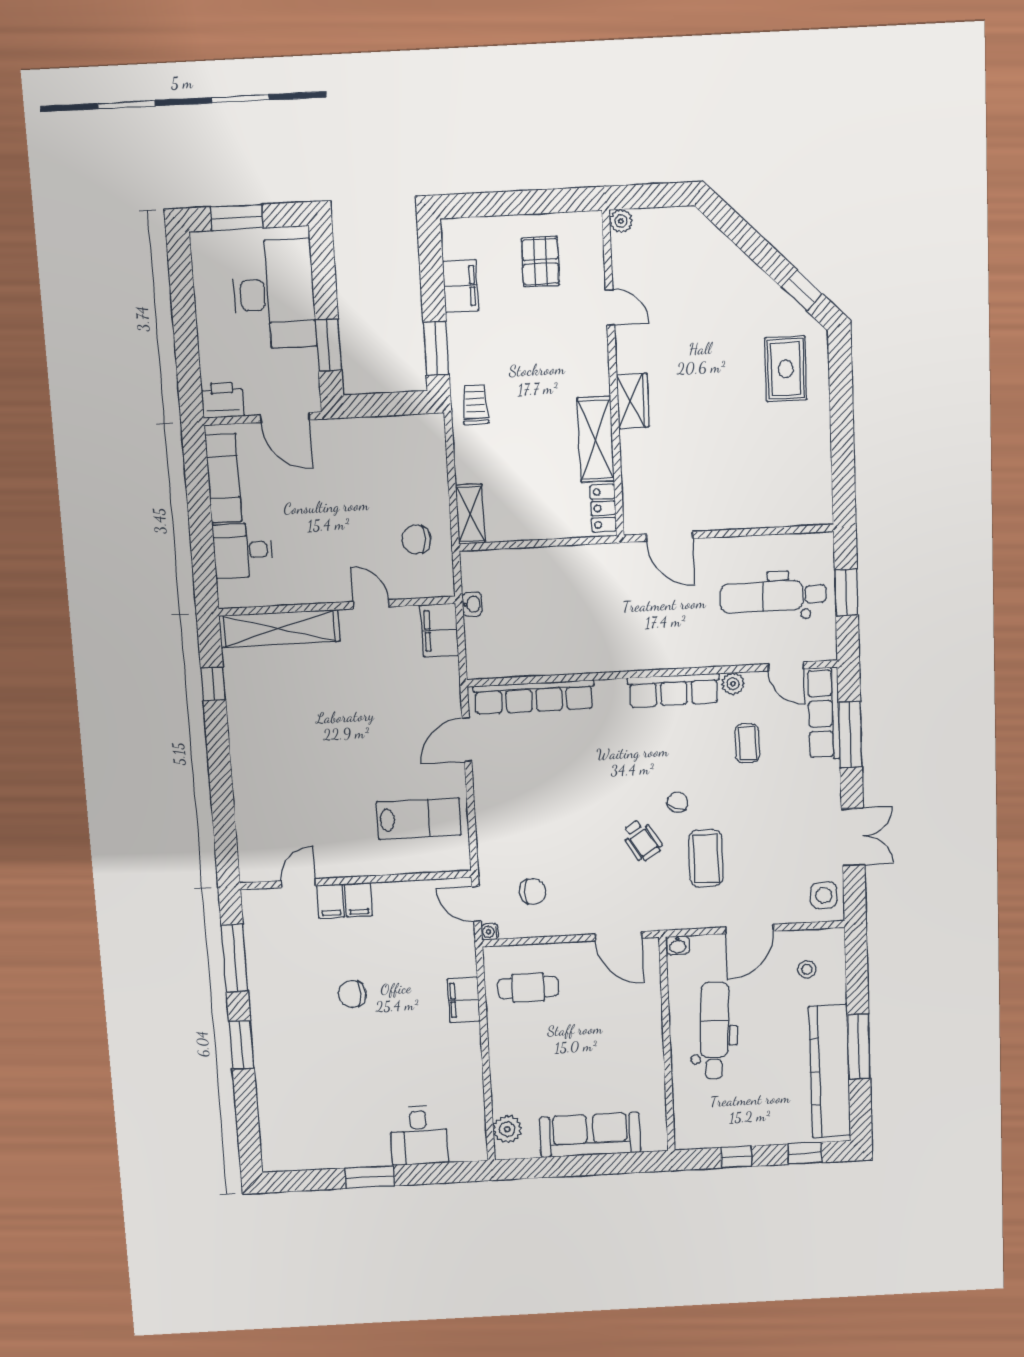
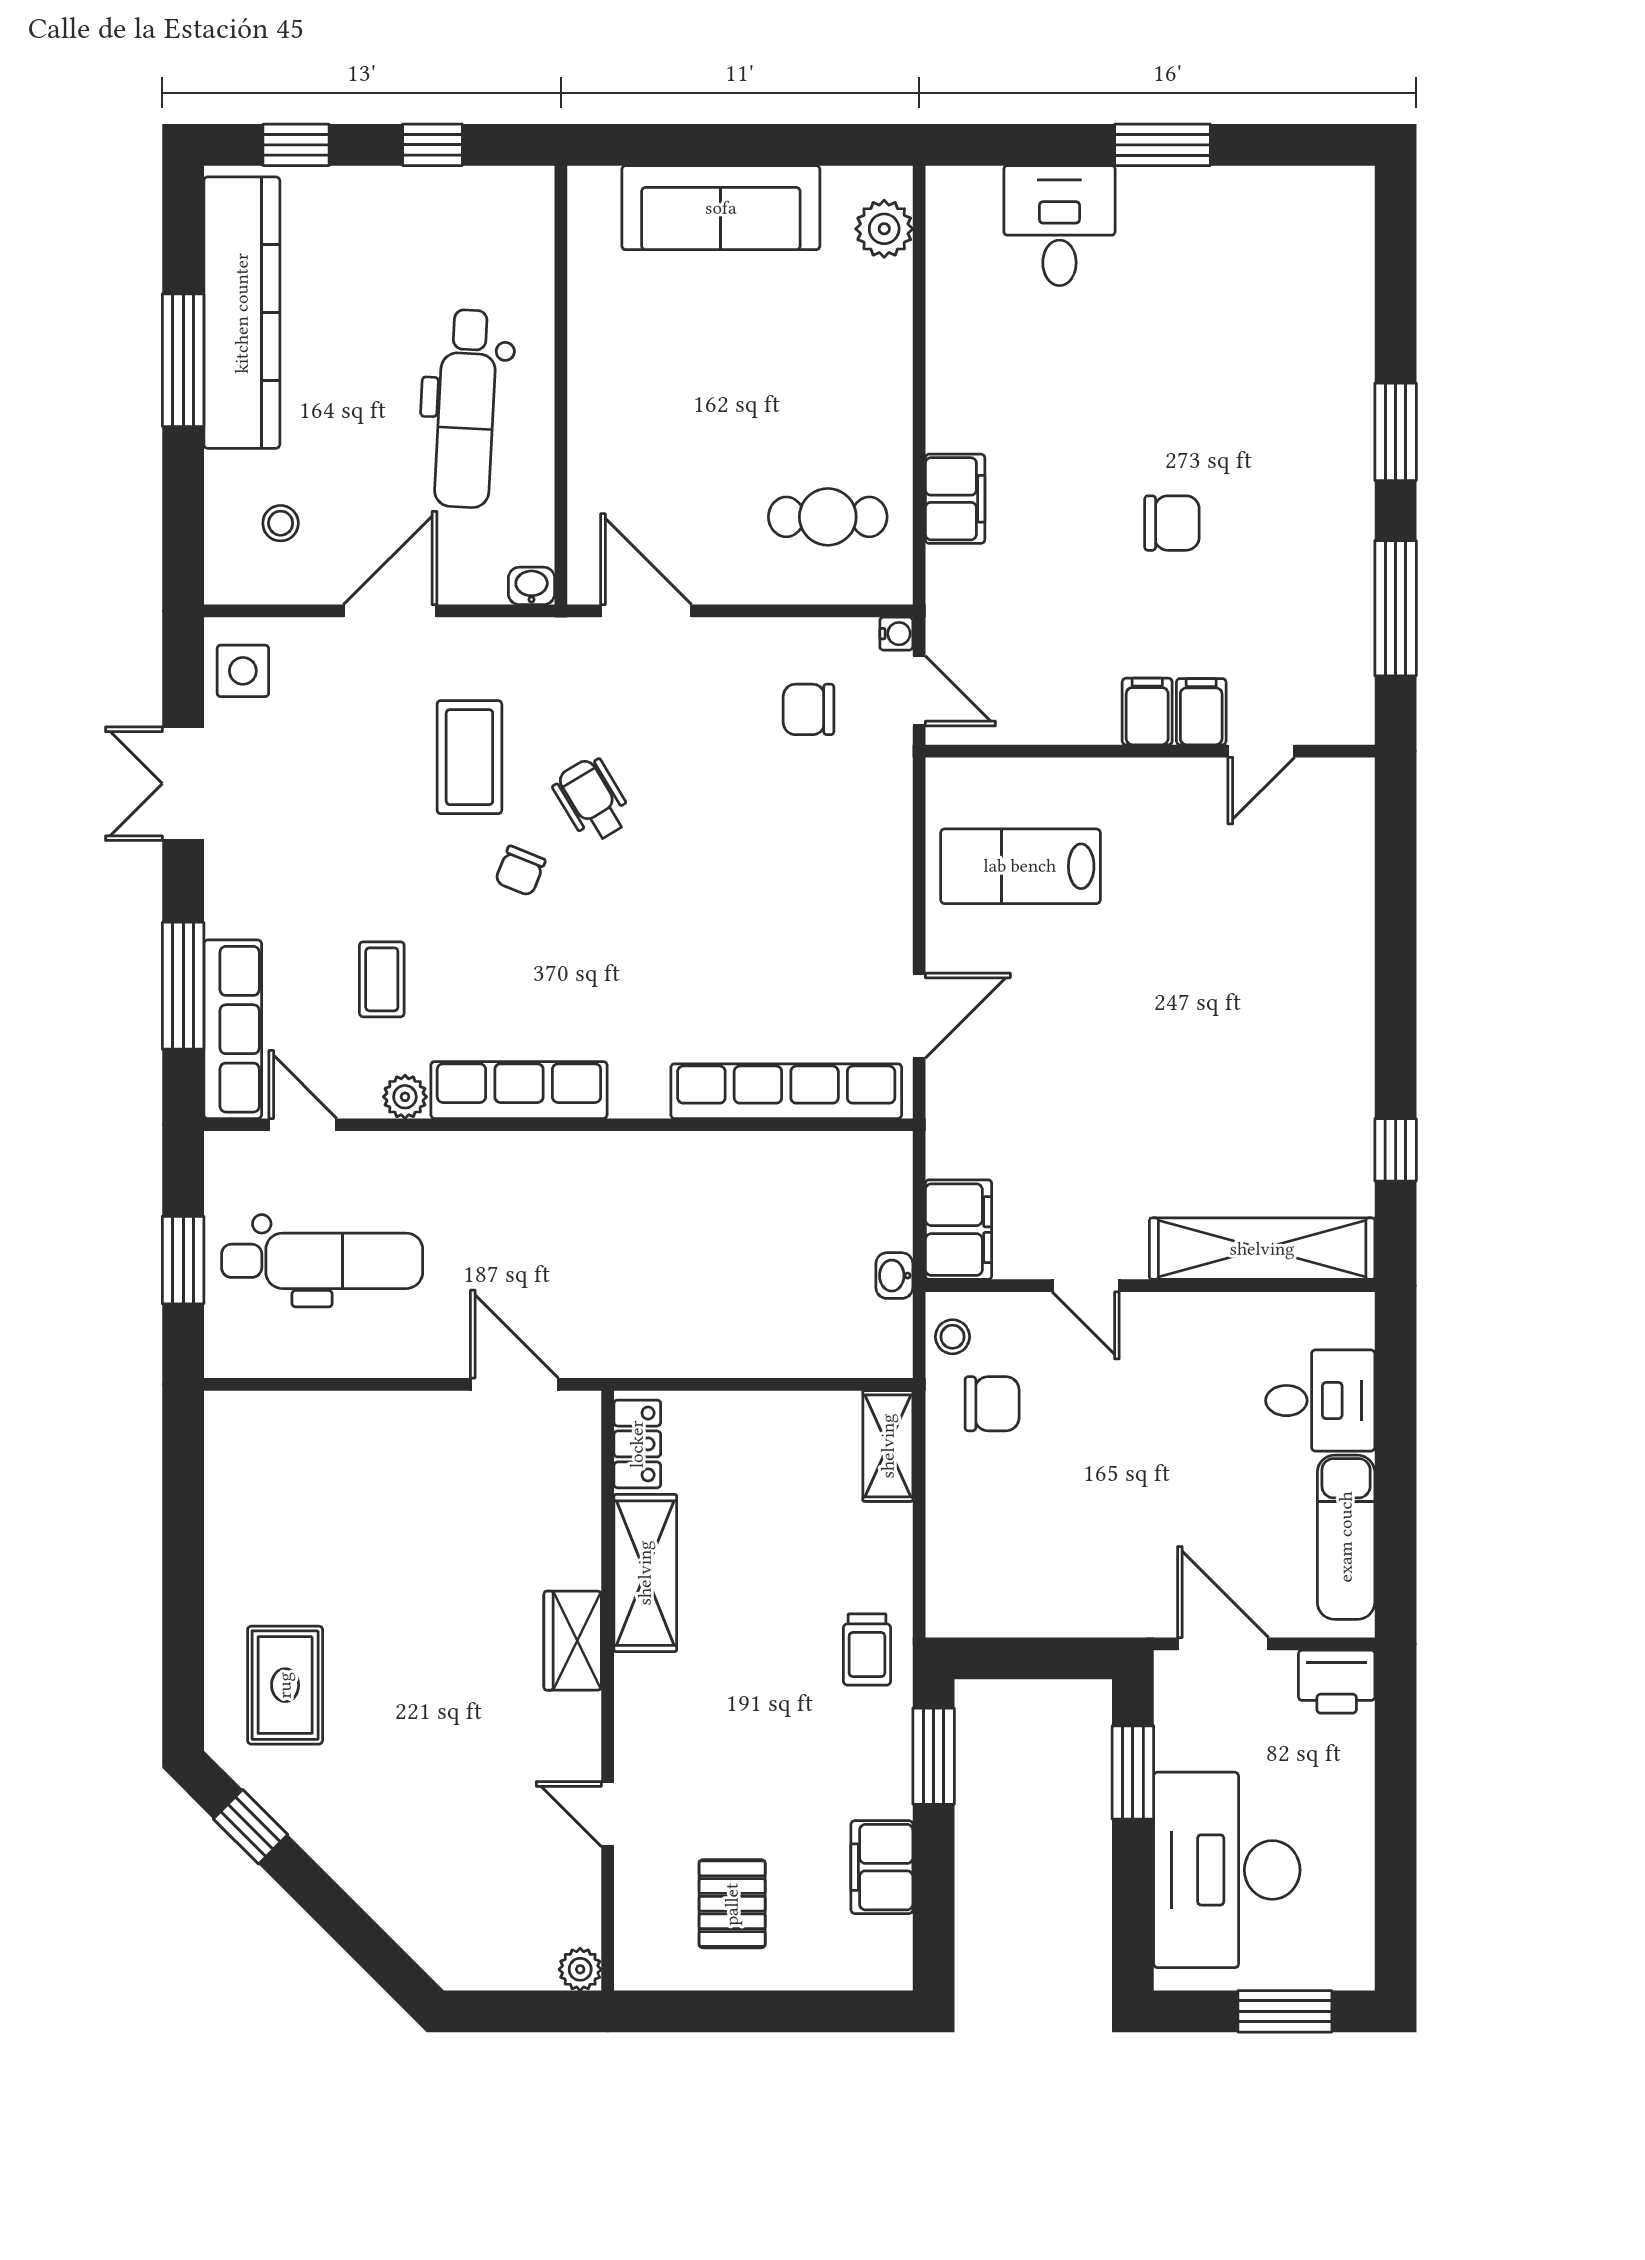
stool: (439, 574) -> (952, 1337), added

